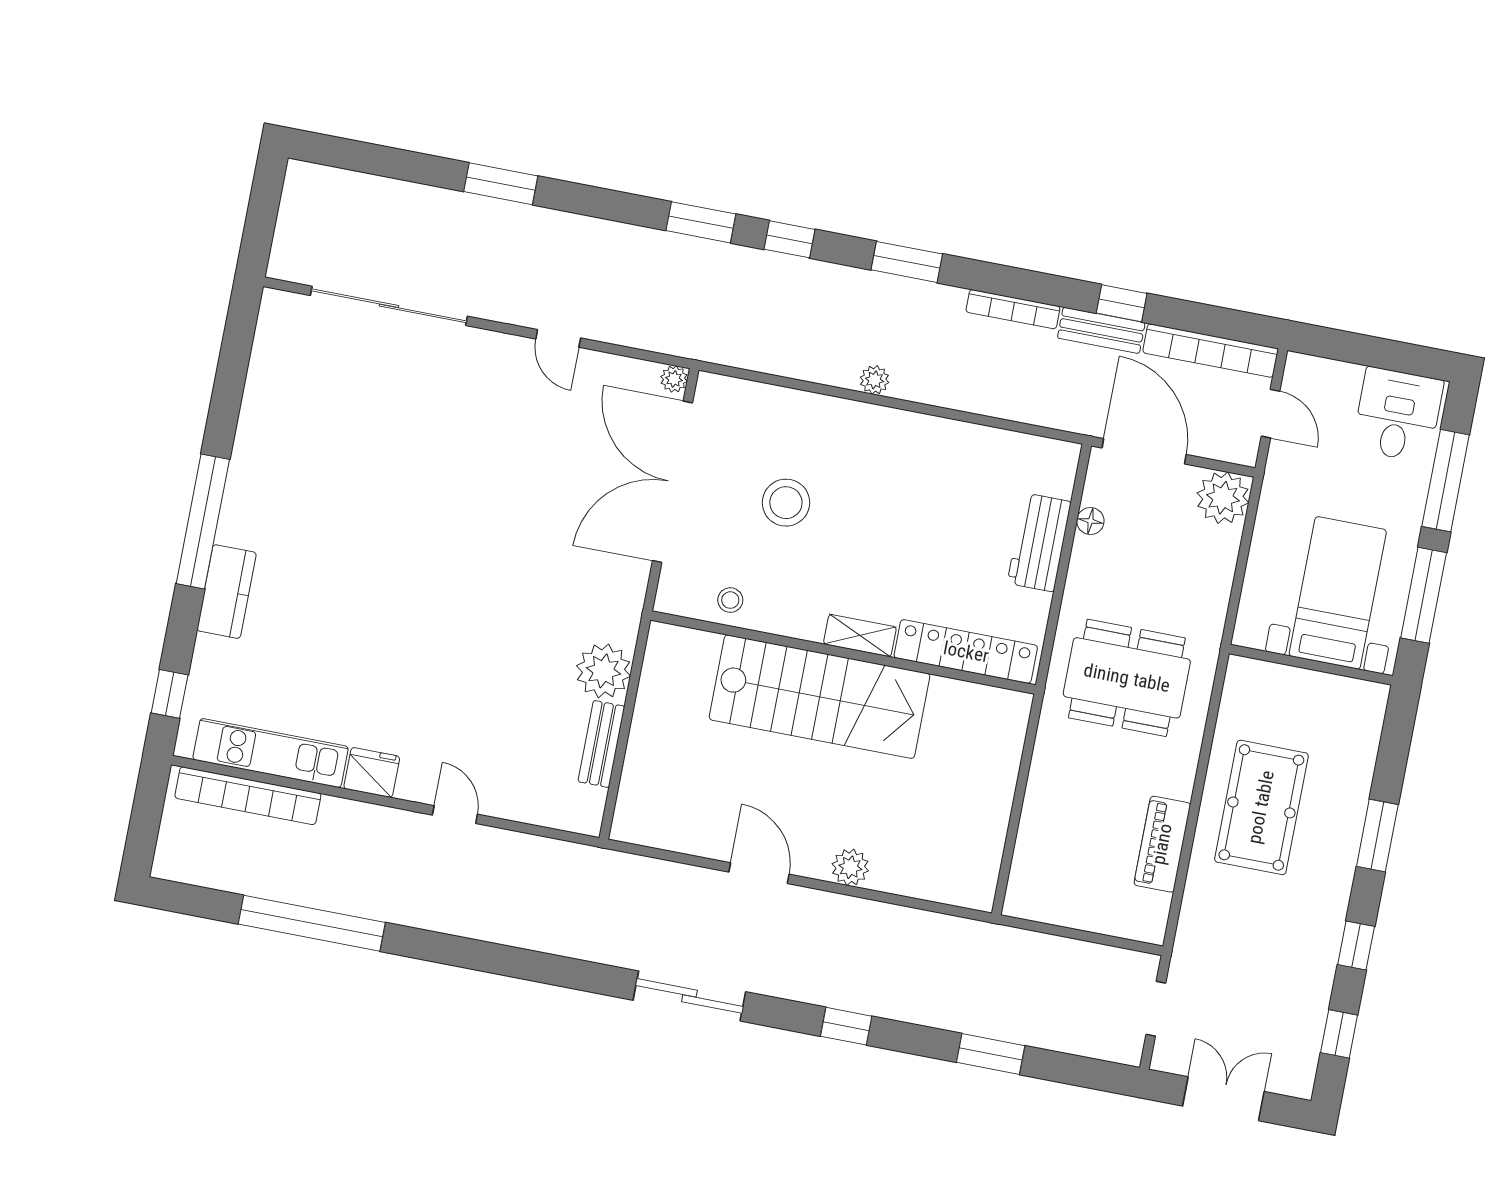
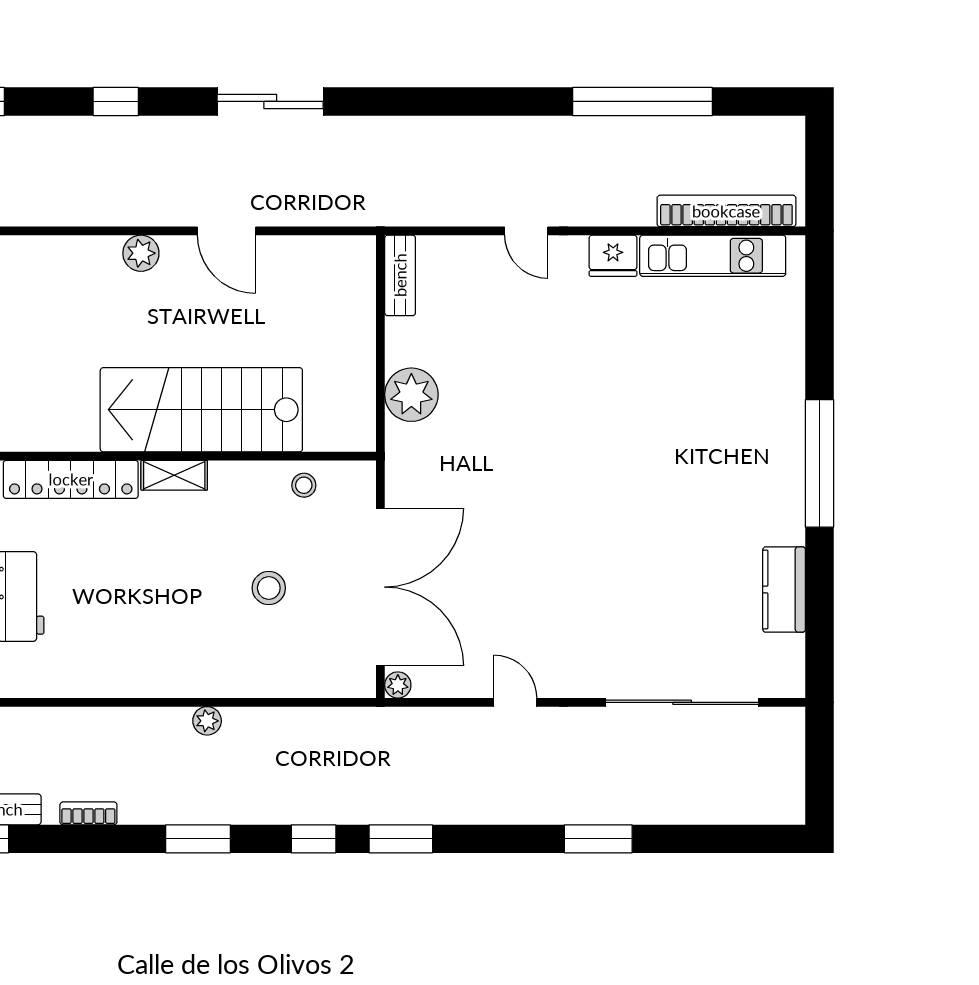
bookcase: (1013, 309) -> (88, 813), width x0.64
stool: (786, 503) -> (269, 588), width x0.73, depth x0.73
kitchen counter: (227, 592) -> (784, 590), moved
window: (170, 694) -> (819, 293), removed
bench: (601, 744) -> (400, 275), moved

